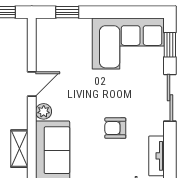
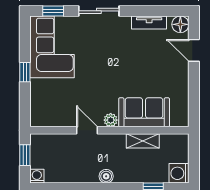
window: (67, 12) -> (25, 72), moved
armchair: (115, 128) -> (125, 58), removed

